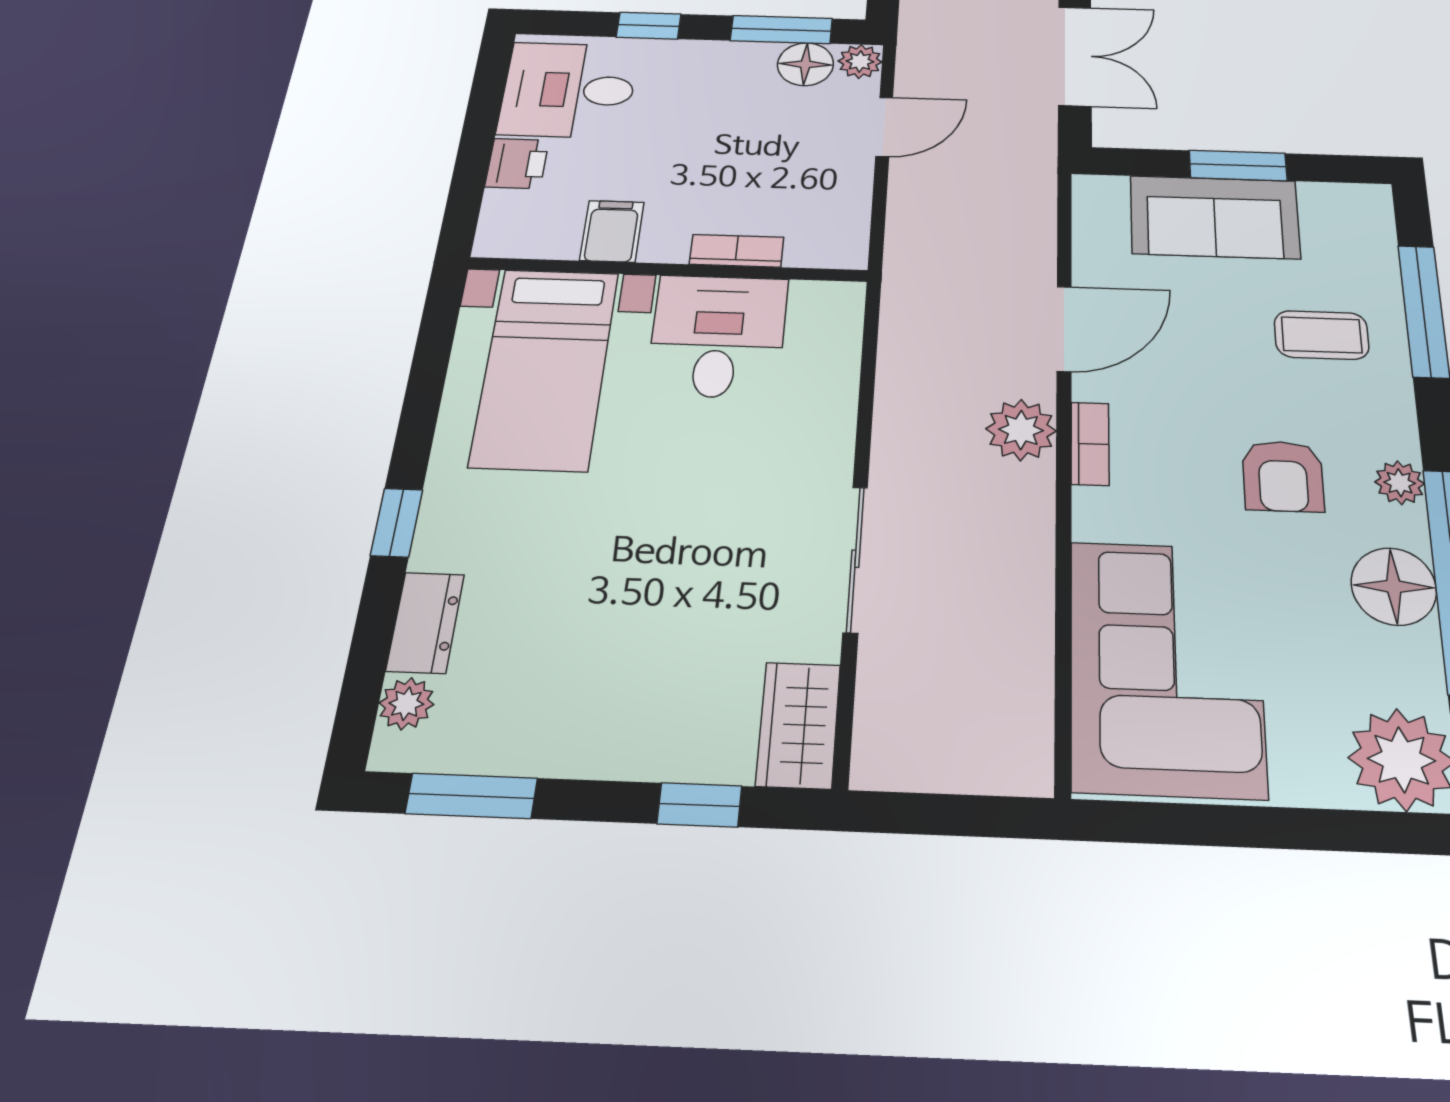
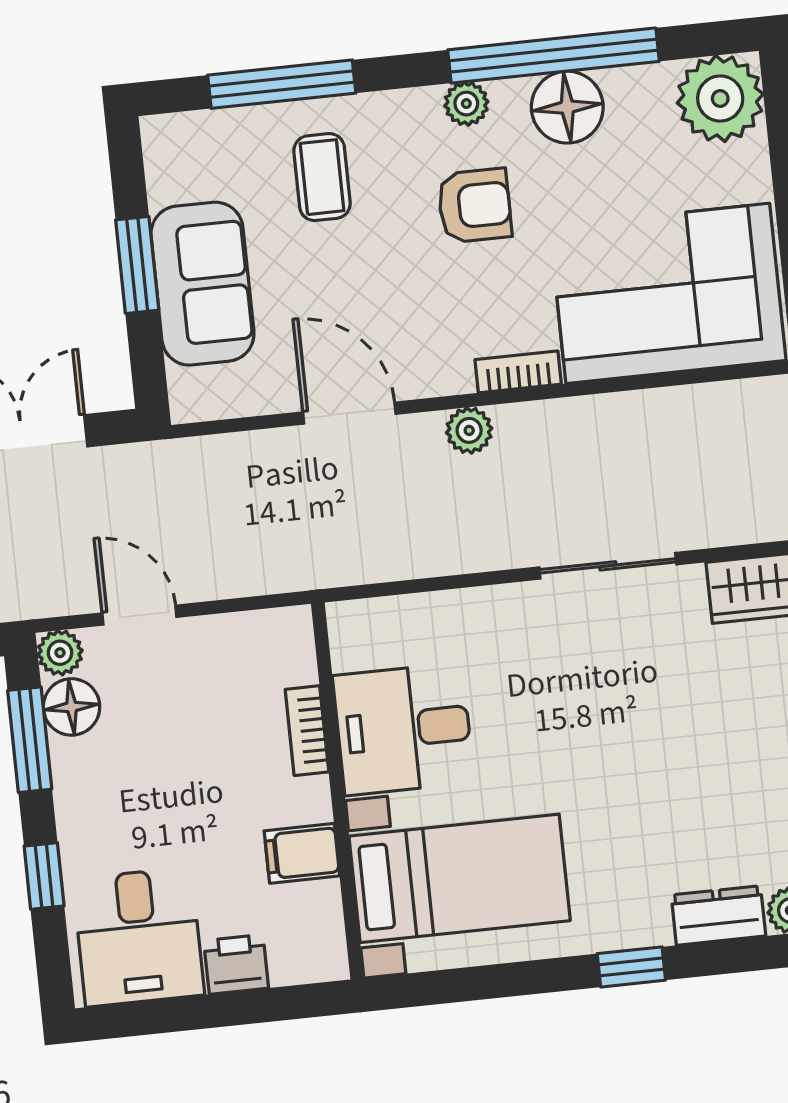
plant: (1021, 430) -> (469, 430), width x0.73, depth x0.73
bookcase: (1090, 444) -> (518, 372), moved

